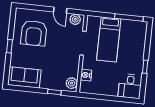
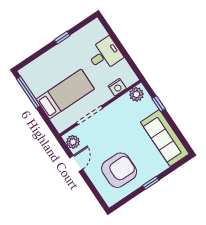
sofa: (24, 77) -> (165, 138), width x1.36
desk: (130, 86) -> (105, 54), moved

